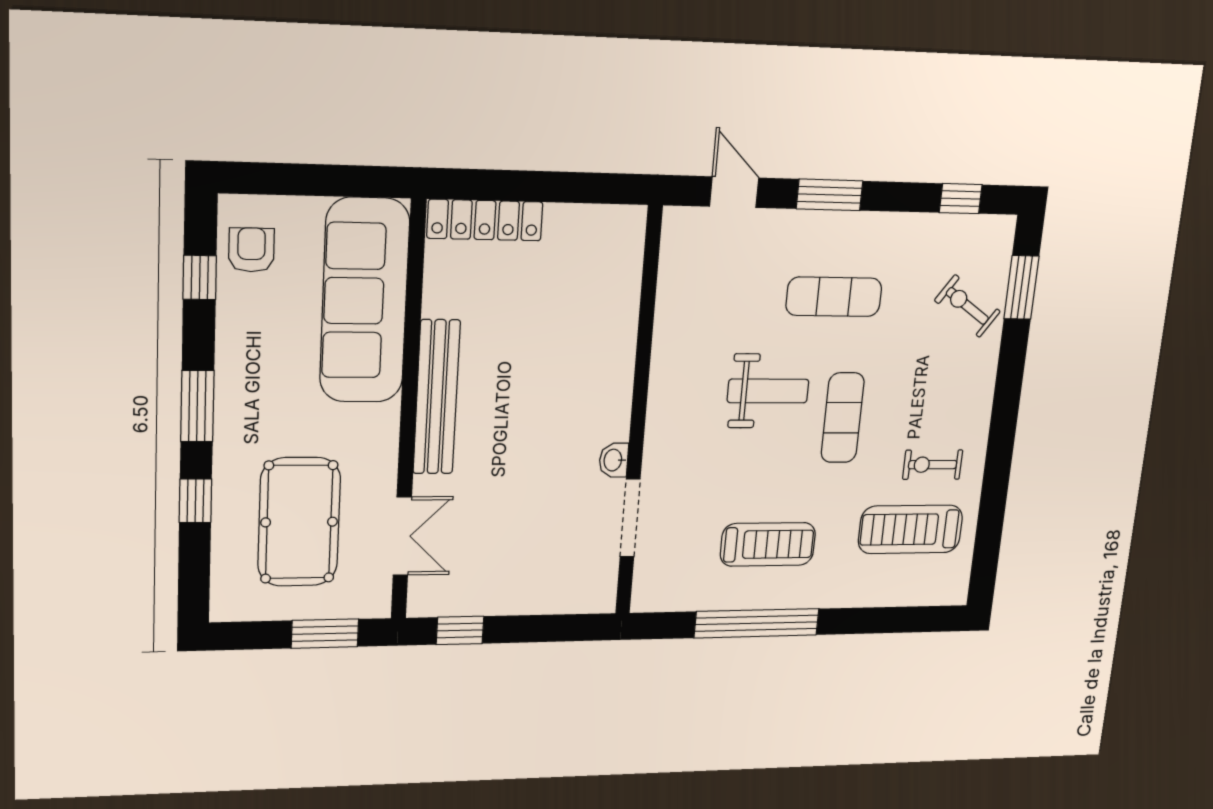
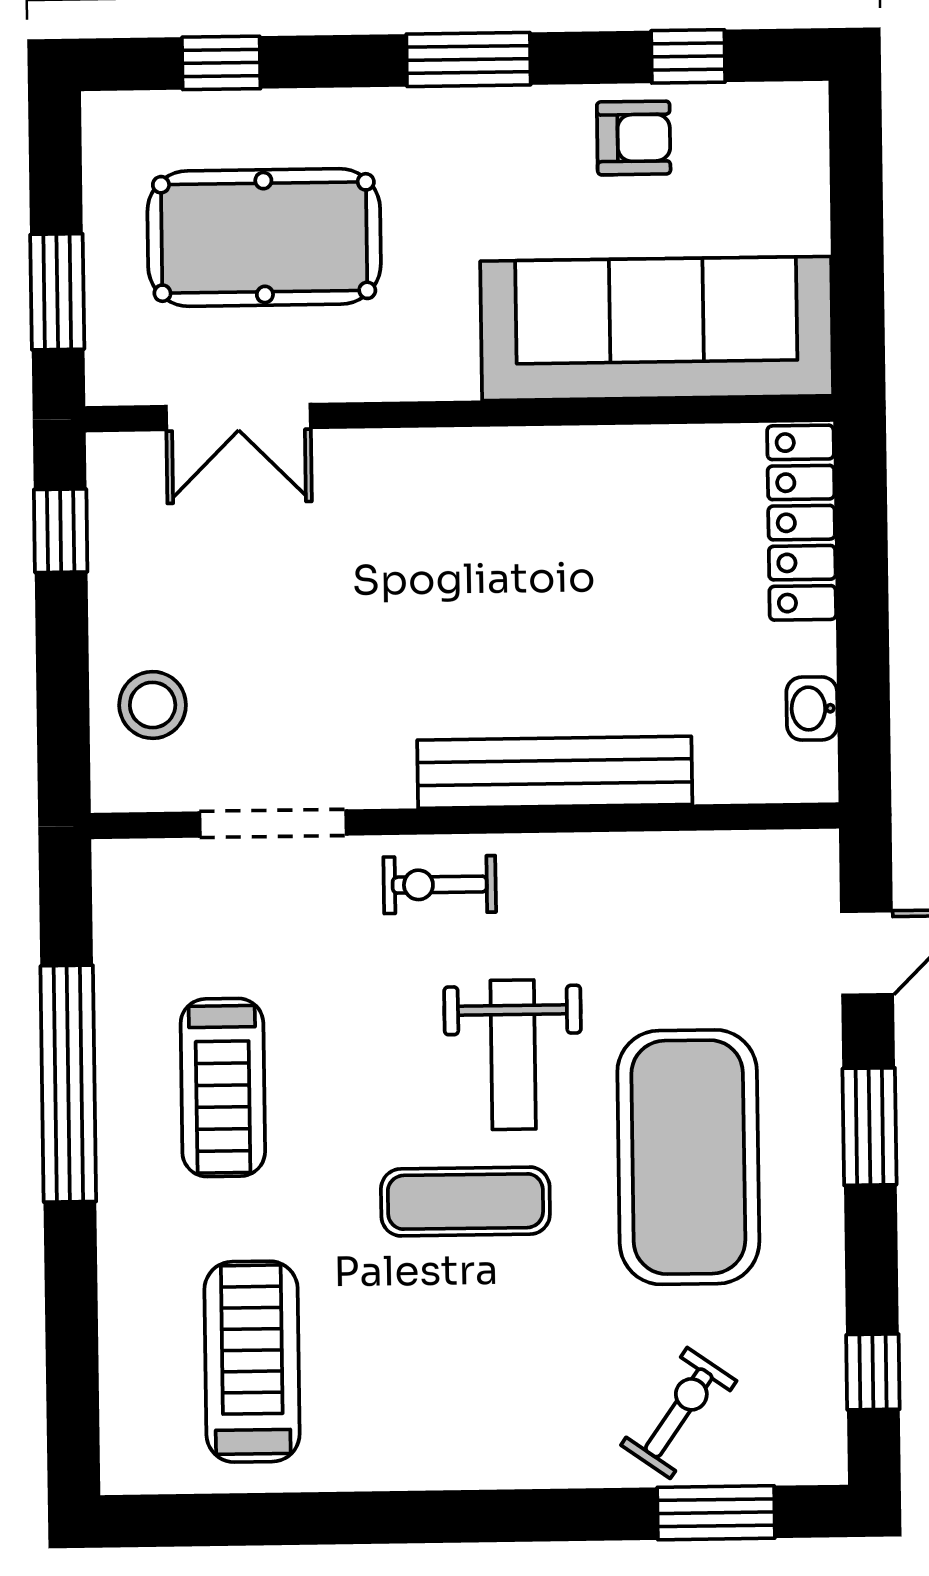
armchair: (251, 250) -> (634, 138), moved
exercise mat: (834, 297) -> (688, 1157), width x2.00, depth x1.45
bench: (437, 397) -> (555, 772), moved
washbasin: (614, 460) -> (812, 709), moved, turned -90
exercise bike: (933, 465) -> (440, 885), moved, turned -90
window: (195, 501) -> (221, 63), moved
stool: (560, 581) -> (153, 705), added

